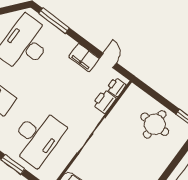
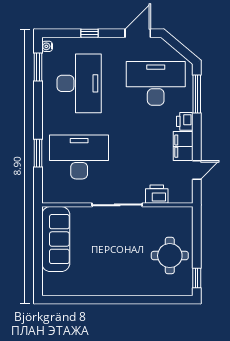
printer: (116, 87) -> (185, 121), moved, turned -90
desk: (37, 137) -> (79, 157), turned 180

